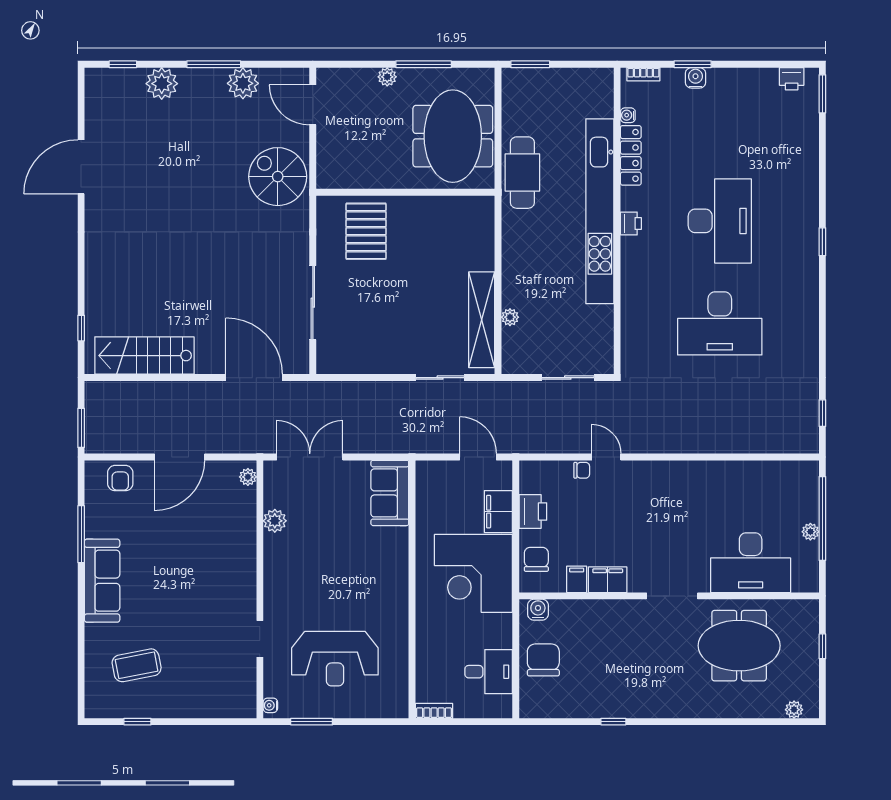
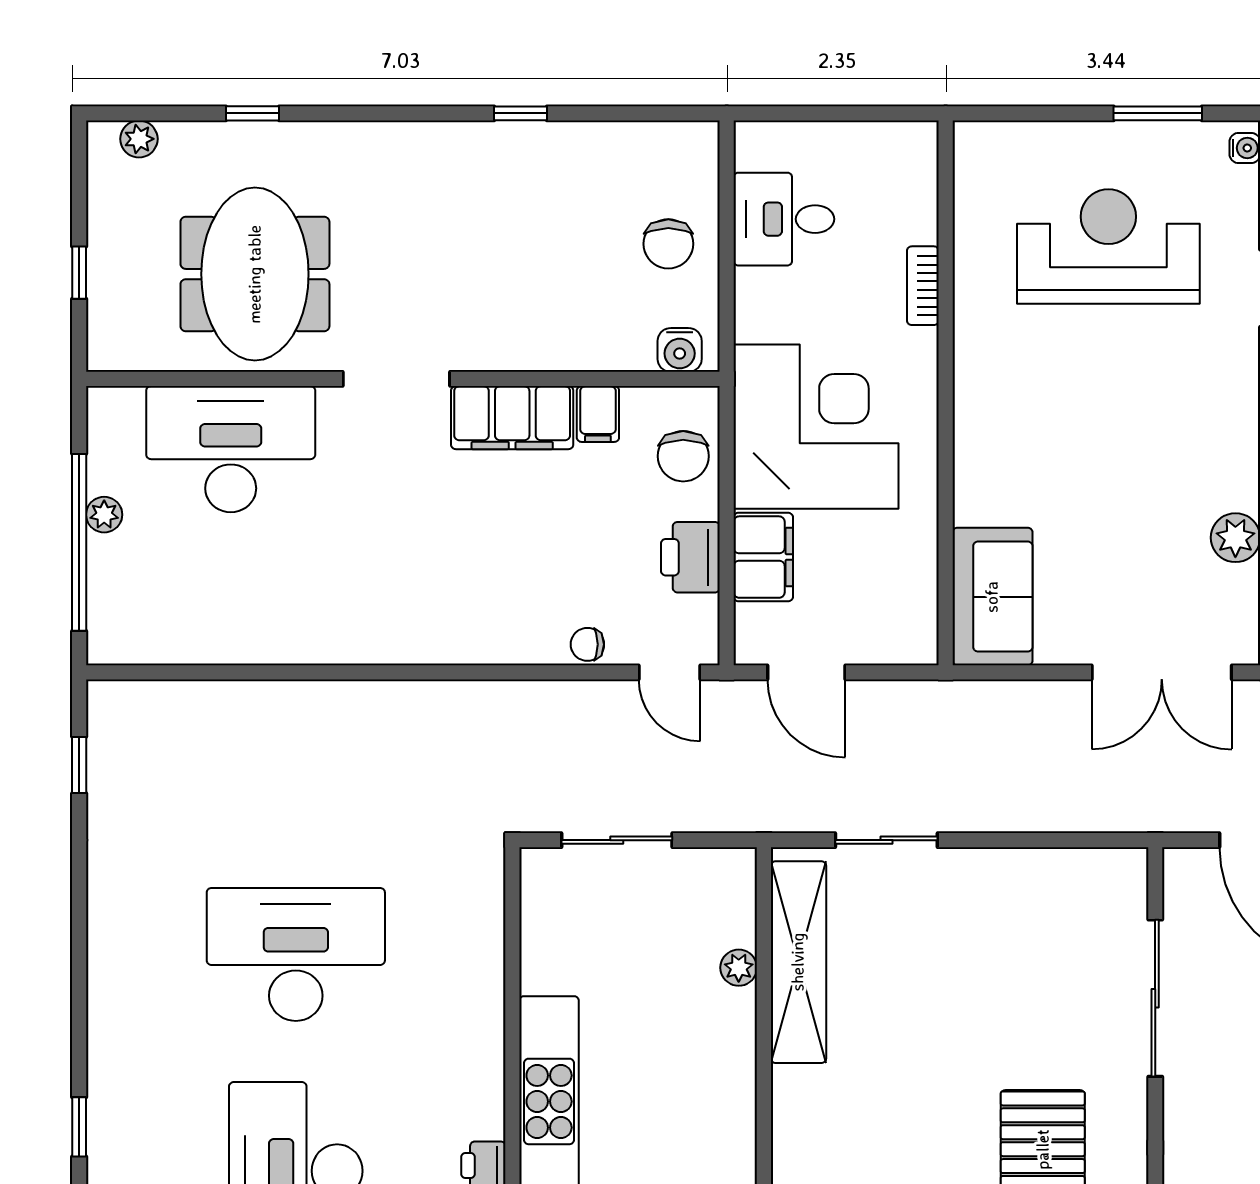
door: (606, 457) -> (669, 672), moved
filing cabinet: (608, 580) -> (512, 418), width x1.50, depth x1.17
meeting table: (739, 646) -> (255, 274), turned 90
chair: (543, 660) -> (668, 244), width x0.73, depth x0.73
bookcase: (434, 711) -> (923, 286), moved, turned 90
window: (740, 722) -> (252, 113), added

